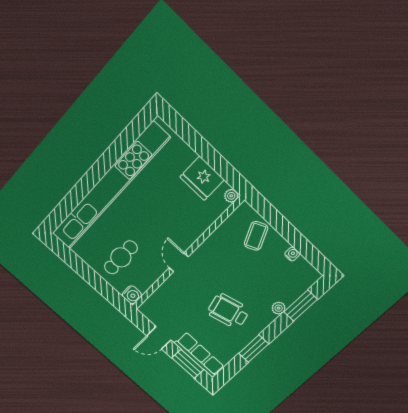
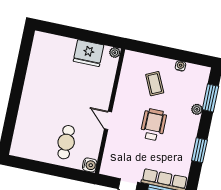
kitchen unit: (110, 187) -> (30, 97), removed
coffee table: (256, 236) -> (155, 84), moved
wheelchair: (228, 311) -> (153, 125), moved, turned 105

